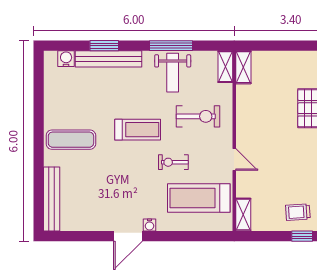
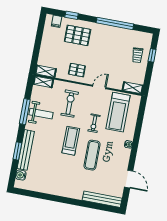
pallet: (255, 118) -> (77, 70), added
exercise mat: (71, 140) -> (92, 155), moved
door: (128, 236) -> (129, 179), moved

